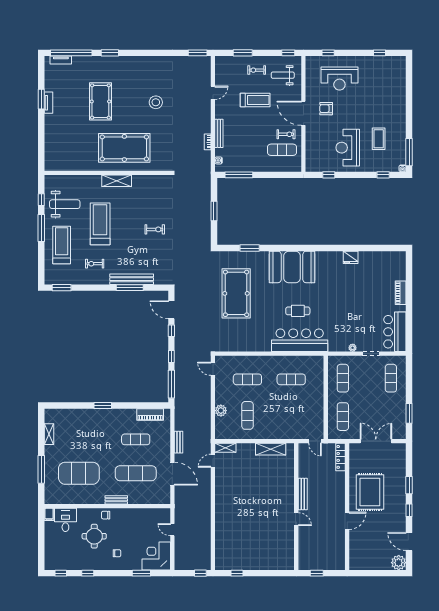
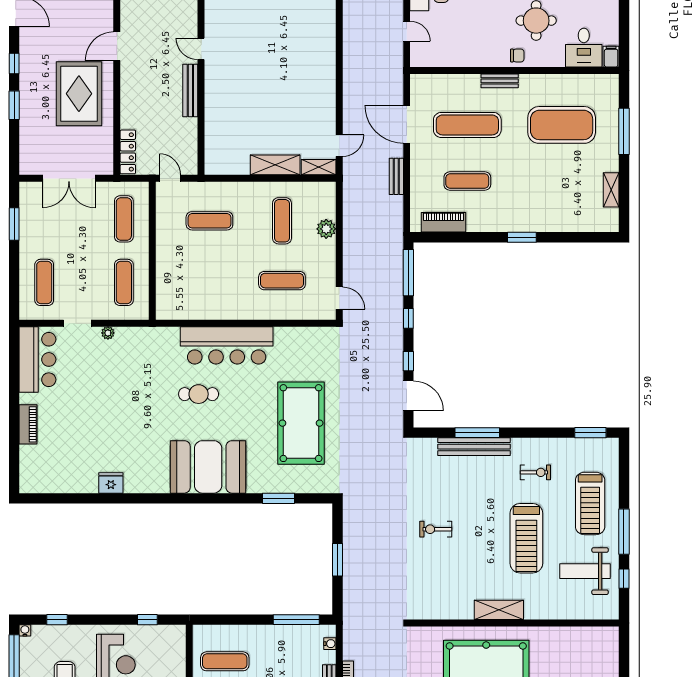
bar counter: (300, 340) -> (227, 345), moved
exercise mat: (291, 379) -> (209, 221), moved
shelving: (271, 449) -> (275, 165), moved

